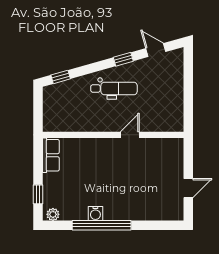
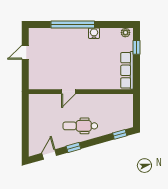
door: (156, 50) -> (49, 154), swing flipped
row of seats: (51, 155) -> (127, 70), width x1.48
window: (102, 225) -> (73, 25), moved

